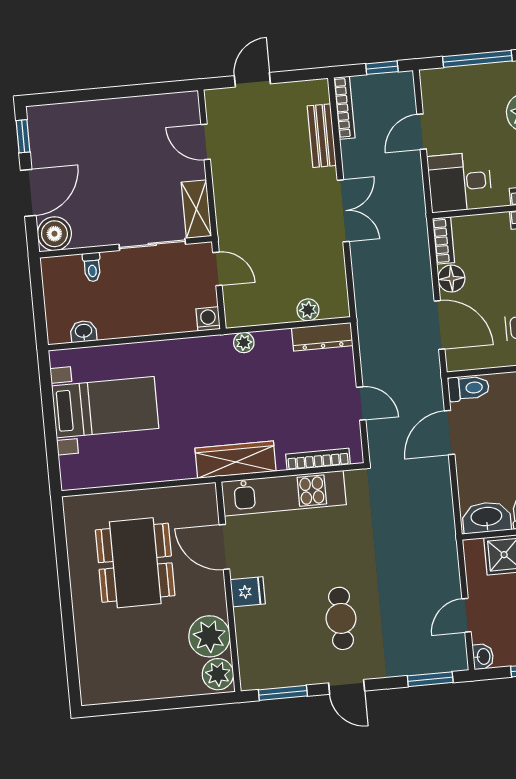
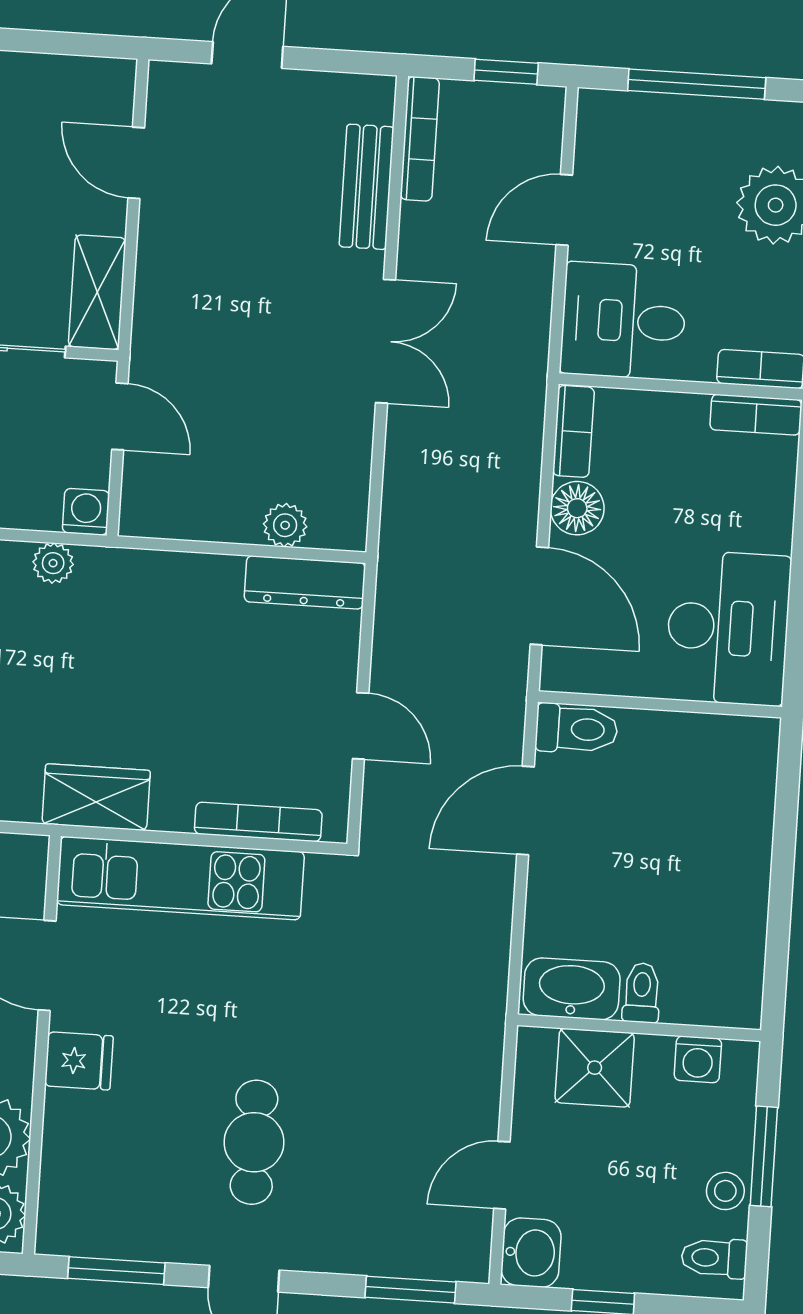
plant: (244, 343) -> (53, 563), moved
wardrobe: (236, 460) -> (96, 797), width x0.67
washbasin: (483, 657) -> (531, 1253), width x1.38, depth x1.45

